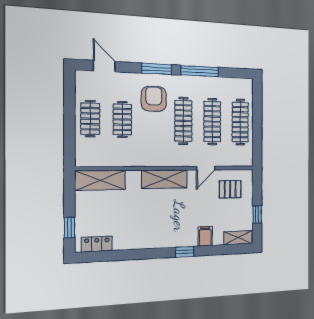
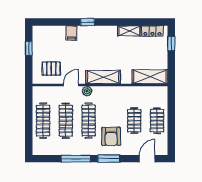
door: (104, 66) -> (147, 159), swing flipped
plant: (185, 160) -> (87, 91), added
shelving: (238, 238) -> (129, 31), moved

